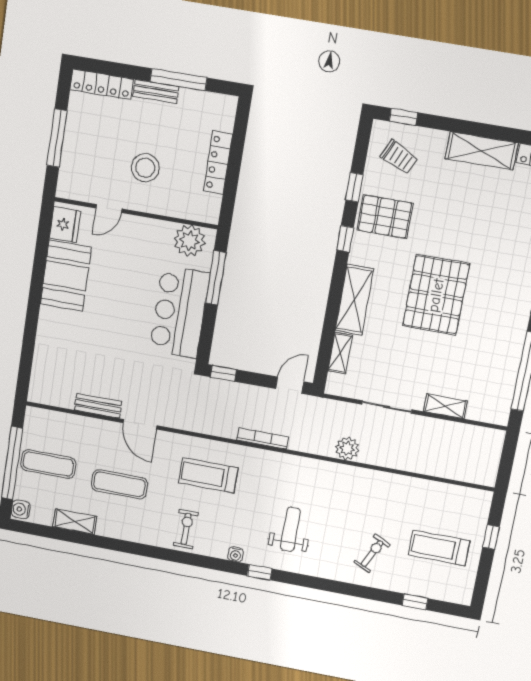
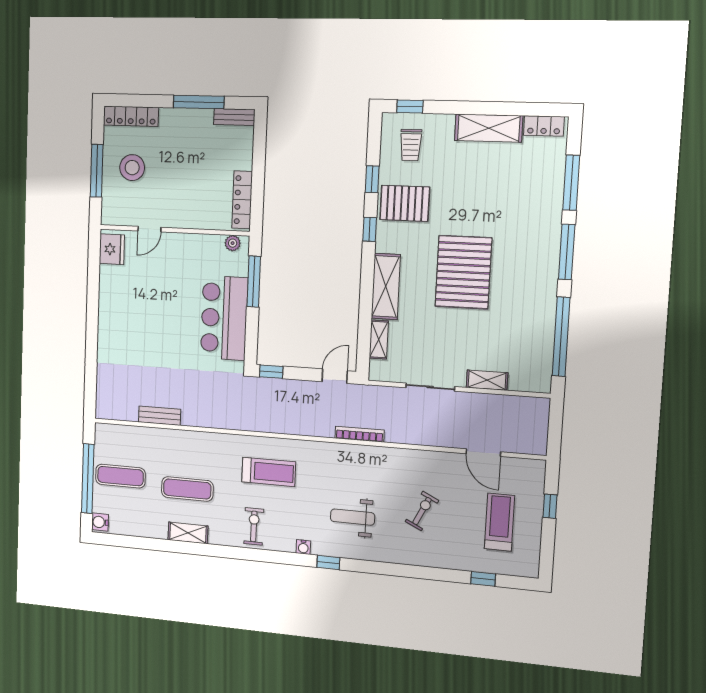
bench: (156, 91) -> (234, 117), moved
trolley: (399, 157) -> (411, 145), turned 65
locker: (218, 163) -> (242, 200), moved
stool: (145, 168) -> (132, 168), moved
plant: (189, 241) -> (233, 243), width x0.53, depth x0.53
booth: (66, 276) -> (118, 297), removed
door: (140, 424) -> (483, 453), moved
bookcase: (263, 438) -> (360, 434), moved
plant: (347, 449) -> (397, 432), removed
treadmill: (208, 475) -> (269, 472), turned 180
shelving: (75, 522) -> (188, 533), moved
weight bench: (290, 529) -> (353, 517), turned -90
treadmill: (439, 548) -> (500, 522), turned 90
exercise bike: (372, 553) -> (422, 511), moved

